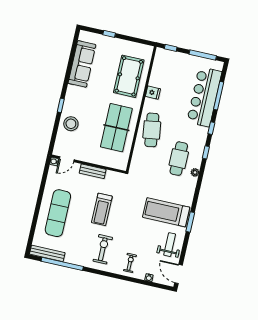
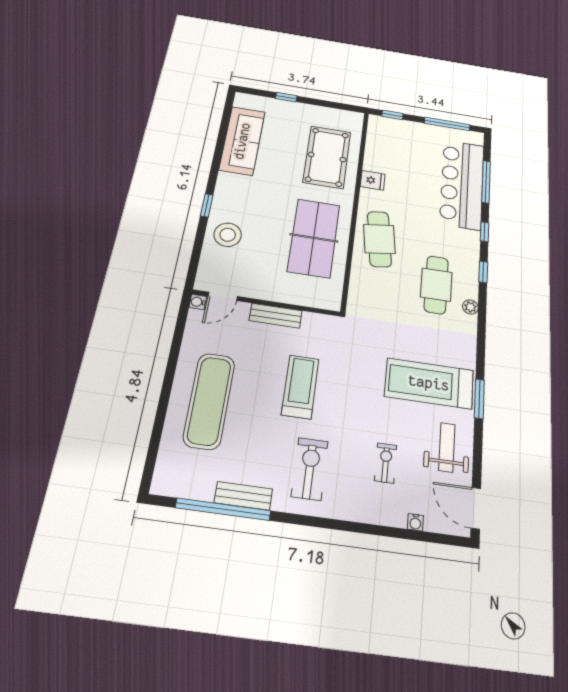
treadmill: (102, 209) -> (300, 387), turned 180
bench: (47, 253) -> (243, 496), moved, width x0.73
exercise bike: (130, 263) -> (386, 463), moved

